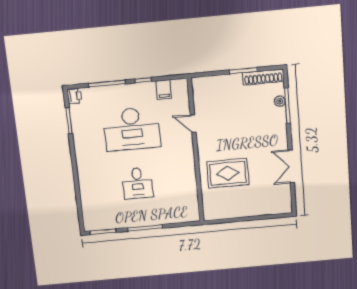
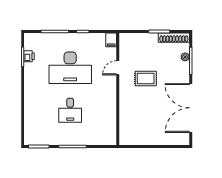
filing cabinet: (164, 89) -> (111, 40), moved
printer: (74, 96) -> (29, 56), moved
door: (193, 124) -> (118, 68), hinge flipped
double door: (291, 166) -> (191, 108), width x1.87
rug: (228, 173) -> (146, 78), moved, width x0.73, depth x0.70

